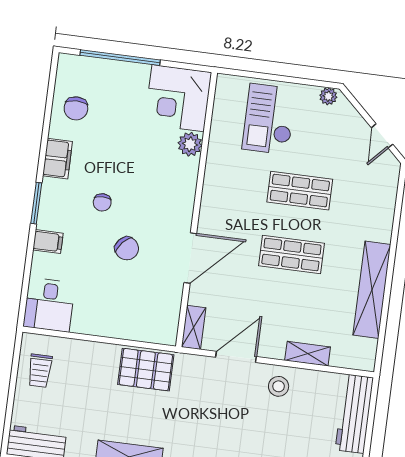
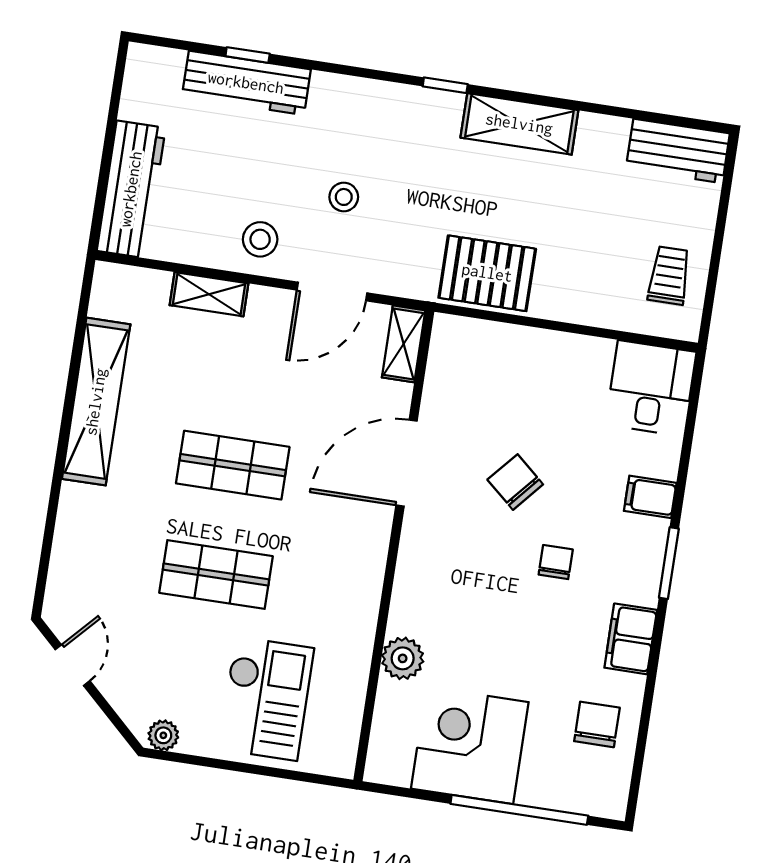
corner desk: (178, 98) -> (470, 745), moved, turned -90
stool: (230, 412) -> (344, 197), added

